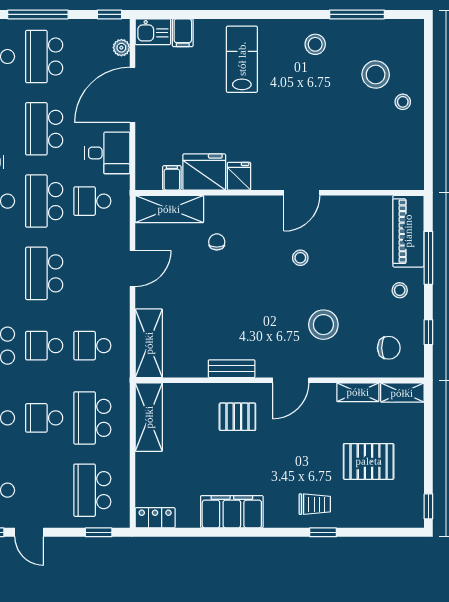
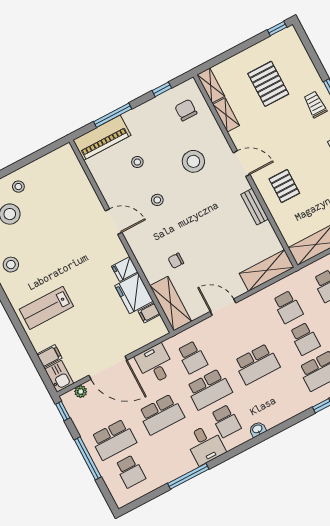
stool: (400, 290) -> (137, 162), moved

